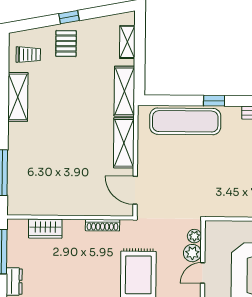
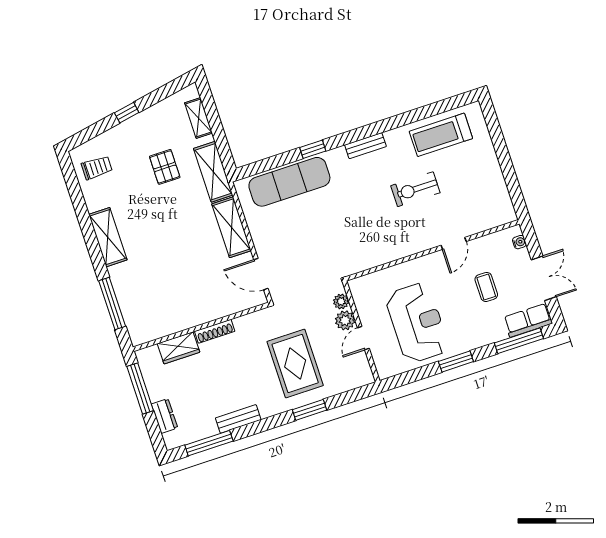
pallet: (66, 44) -> (165, 167), moved
shelving: (18, 97) -> (108, 237), moved
shoe rack: (103, 225) -> (215, 331), moved

